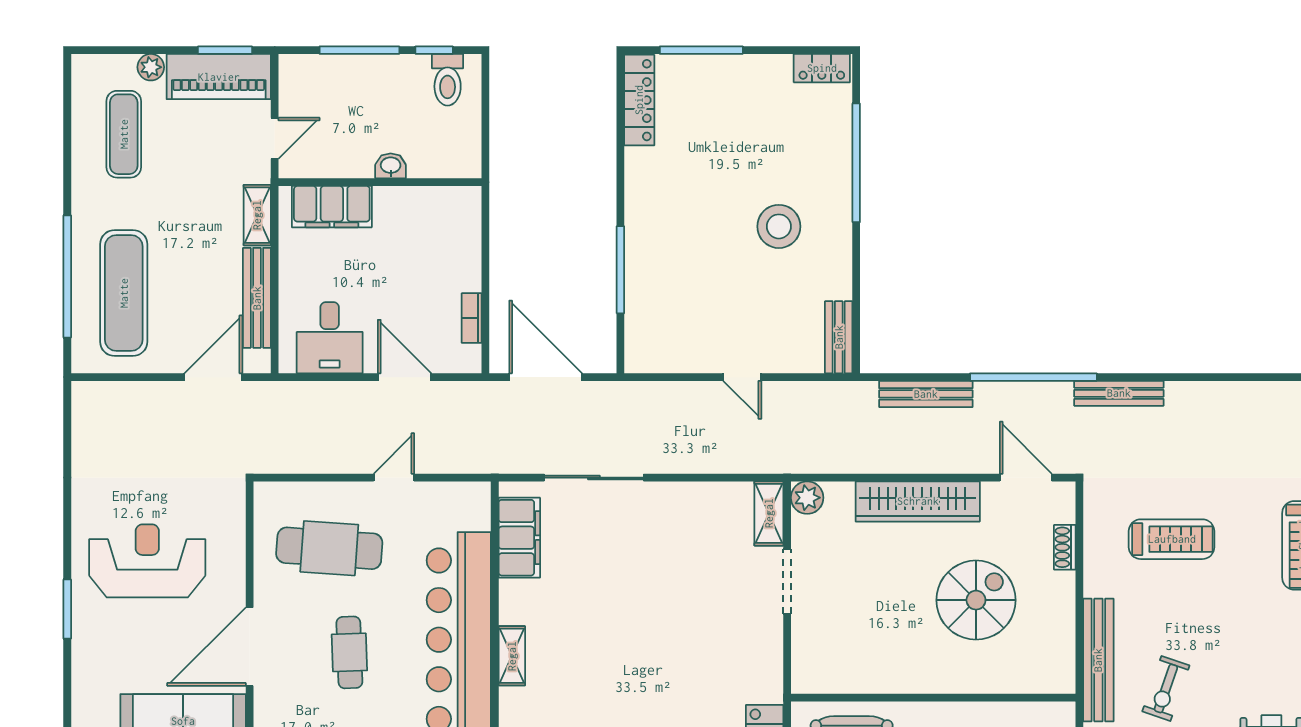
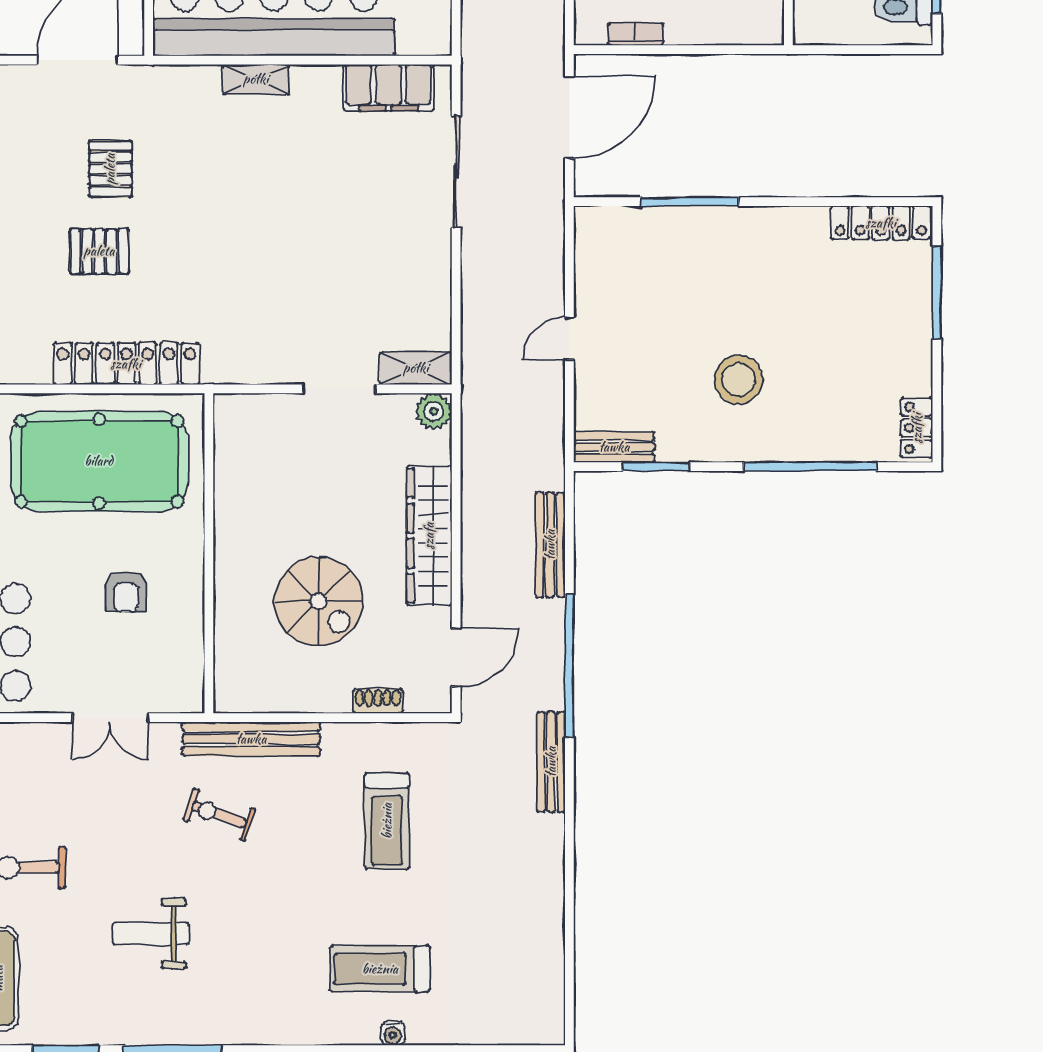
window: (856, 300) -> (656, 467), added

